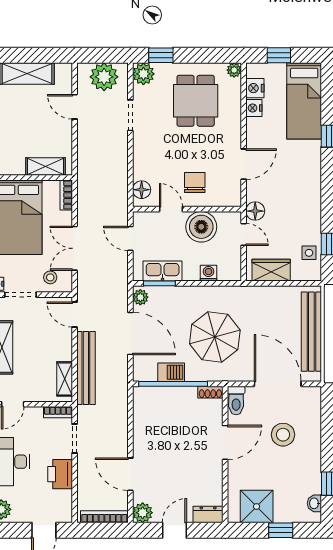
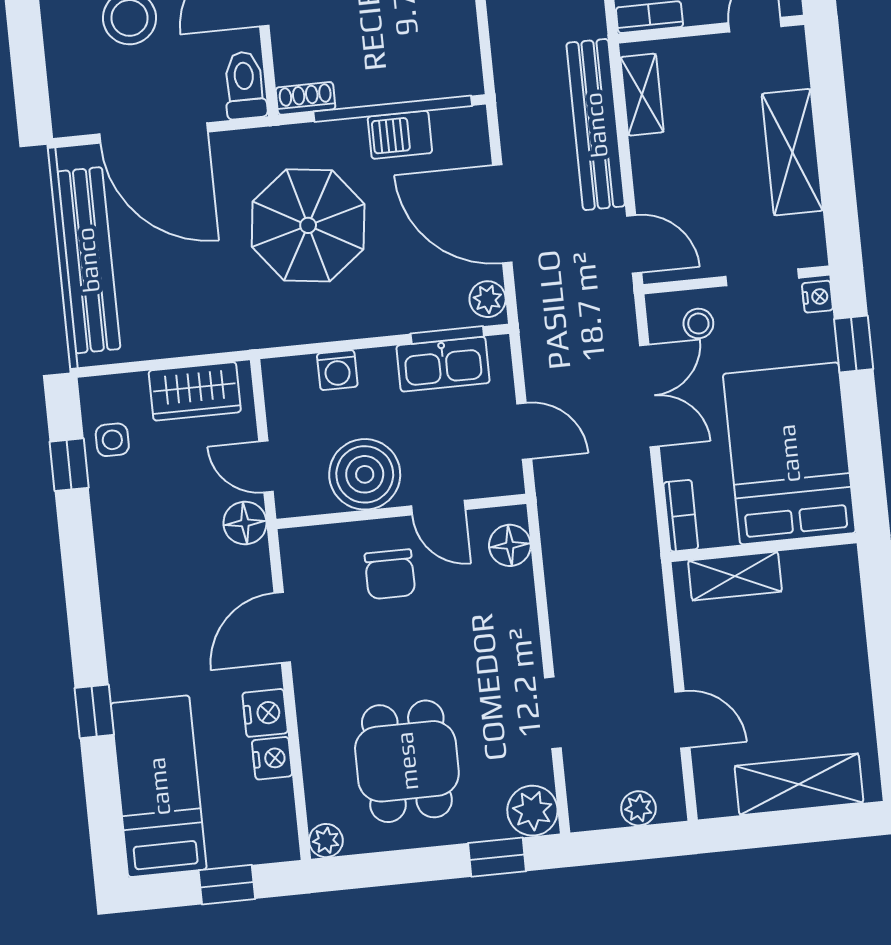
plant: (104, 77) -> (638, 808), width x0.53, depth x0.53
nightstand: (255, 88) -> (265, 713), moved

